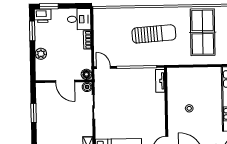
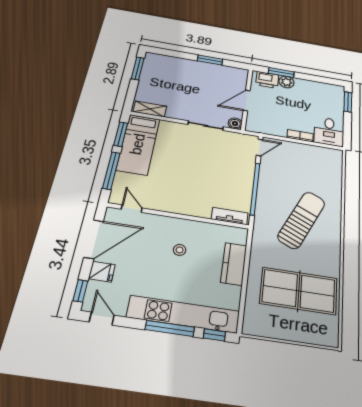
printer: (43, 16) -> (267, 80), moved, turned -90
window: (32, 31) -> (281, 73), moved
sun lounger: (154, 34) -> (302, 220), turned -151
floor lamp: (86, 74) -> (253, 126), removed
kitchen counter: (192, 74) -> (234, 264), added

